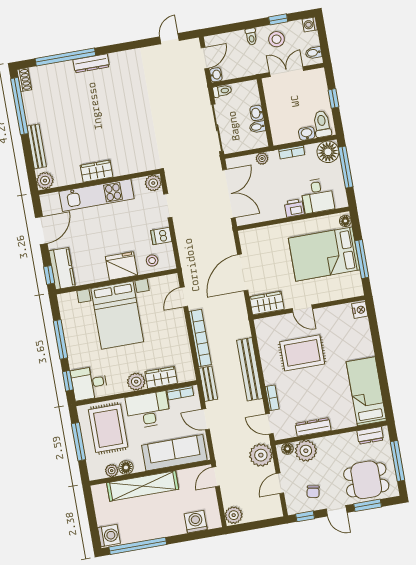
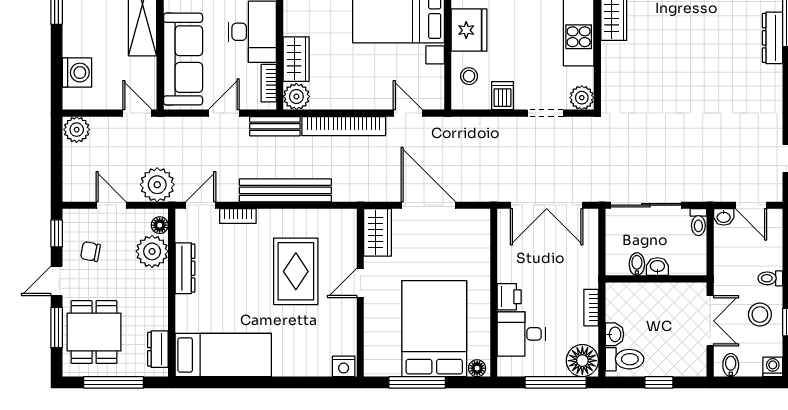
plant: (262, 159) -> (590, 263), removed
plant: (136, 382) -> (296, 96), moved

